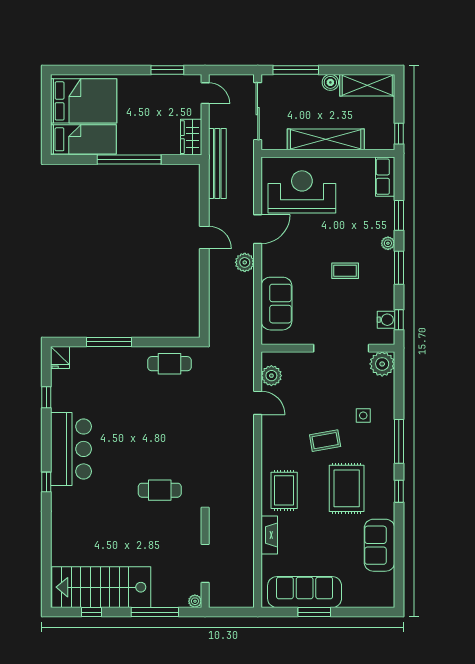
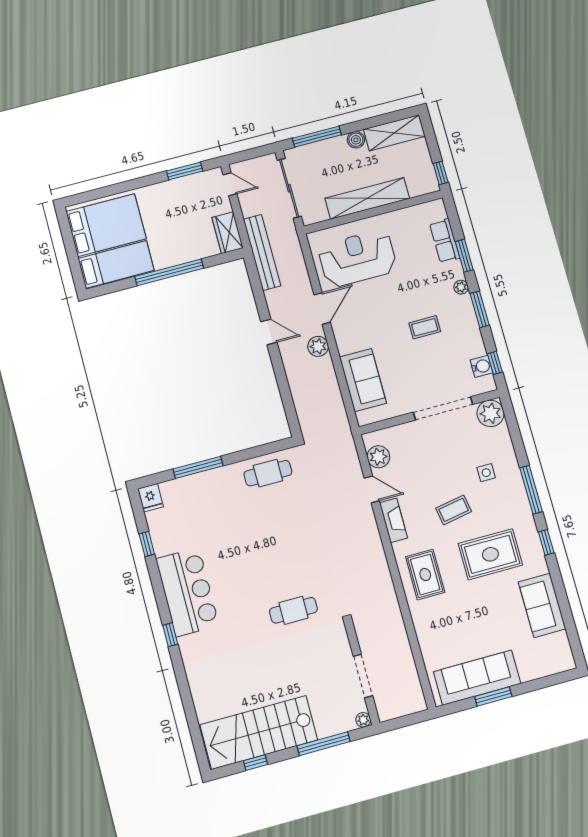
row of seats: (385, 177) -> (445, 241), moved
rug: (347, 488) -> (490, 554), turned 90
fireplace: (269, 535) -> (394, 520), moved

